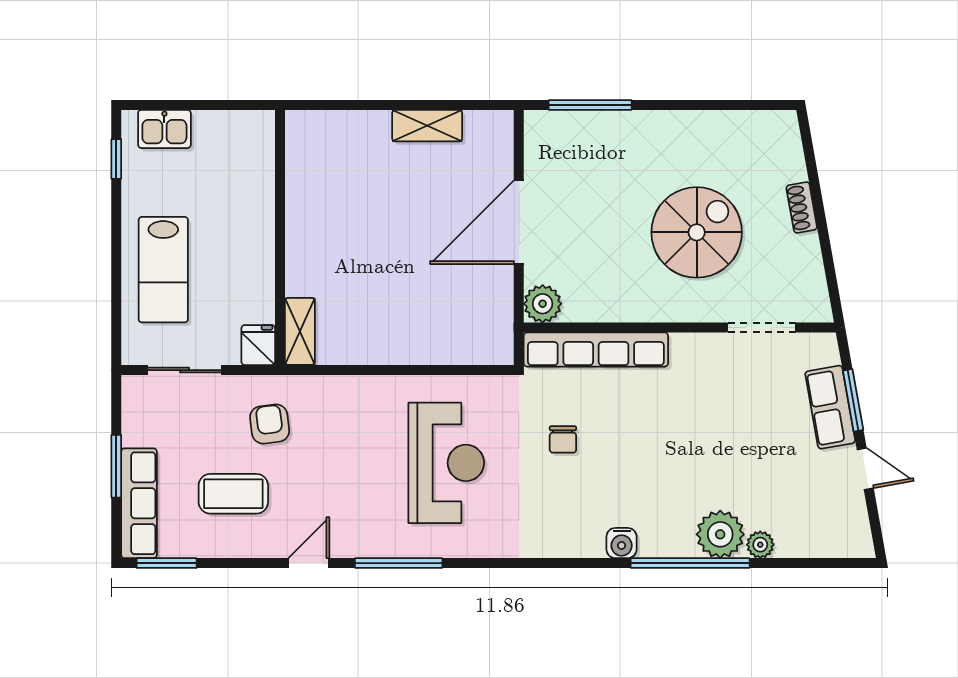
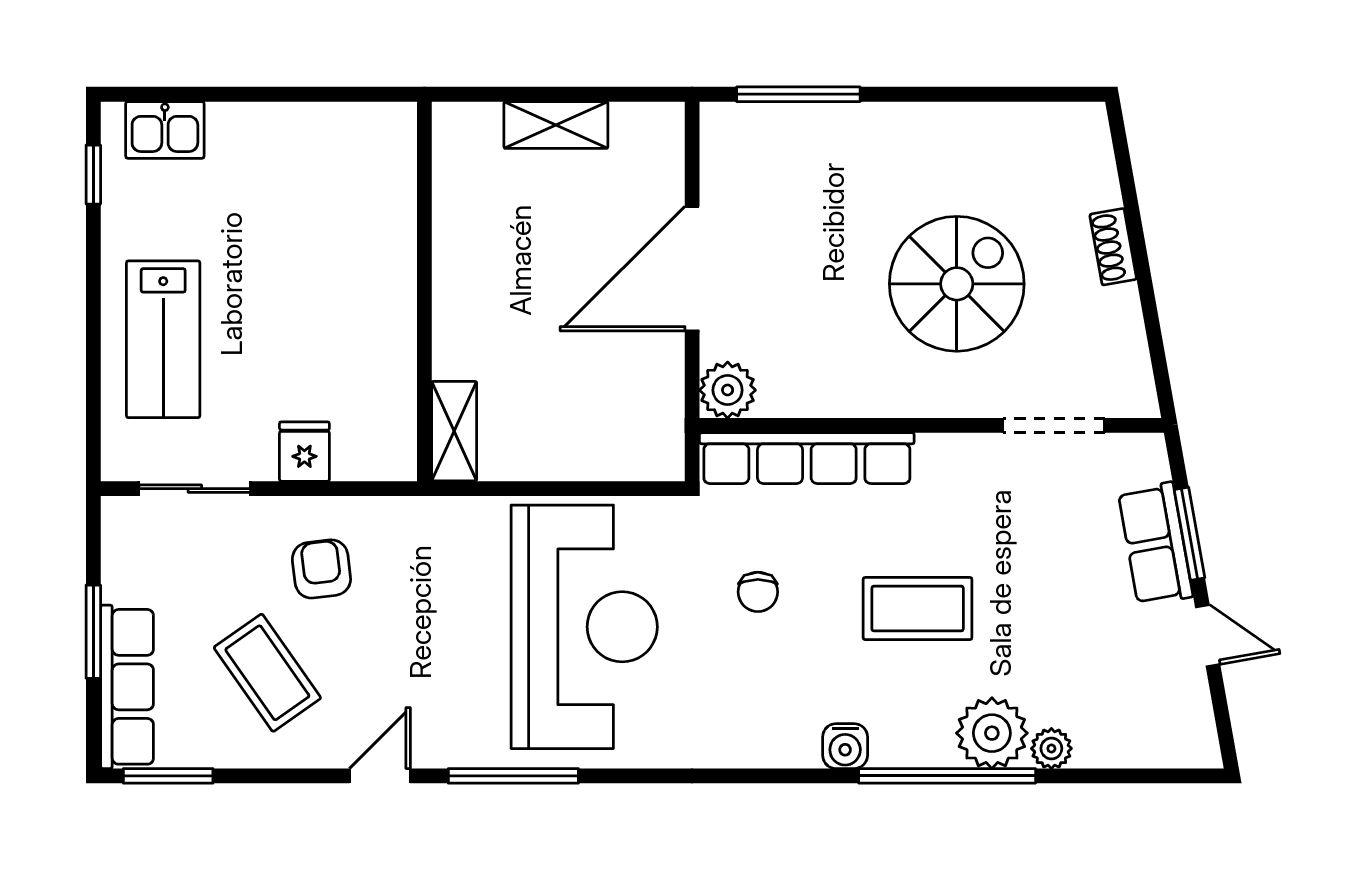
wall: (280, 237) -> (424, 291), moved
shelving: (300, 331) -> (454, 431), moved
coffee table: (670, 451) -> (918, 609), added
reception desk: (446, 463) -> (584, 627), width x1.36, depth x1.30
coffee table: (233, 494) -> (267, 673), turned 55

